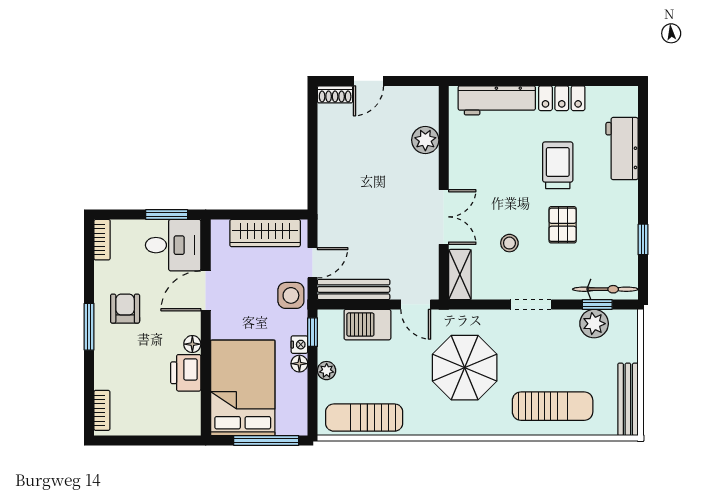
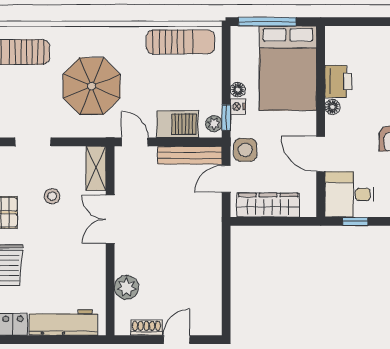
shoe rack: (335, 94) -> (146, 328), moved
window: (167, 215) -> (355, 221), width x0.67
door: (206, 291) -> (321, 154), swing flipped
plant: (327, 371) -> (214, 124), moved

